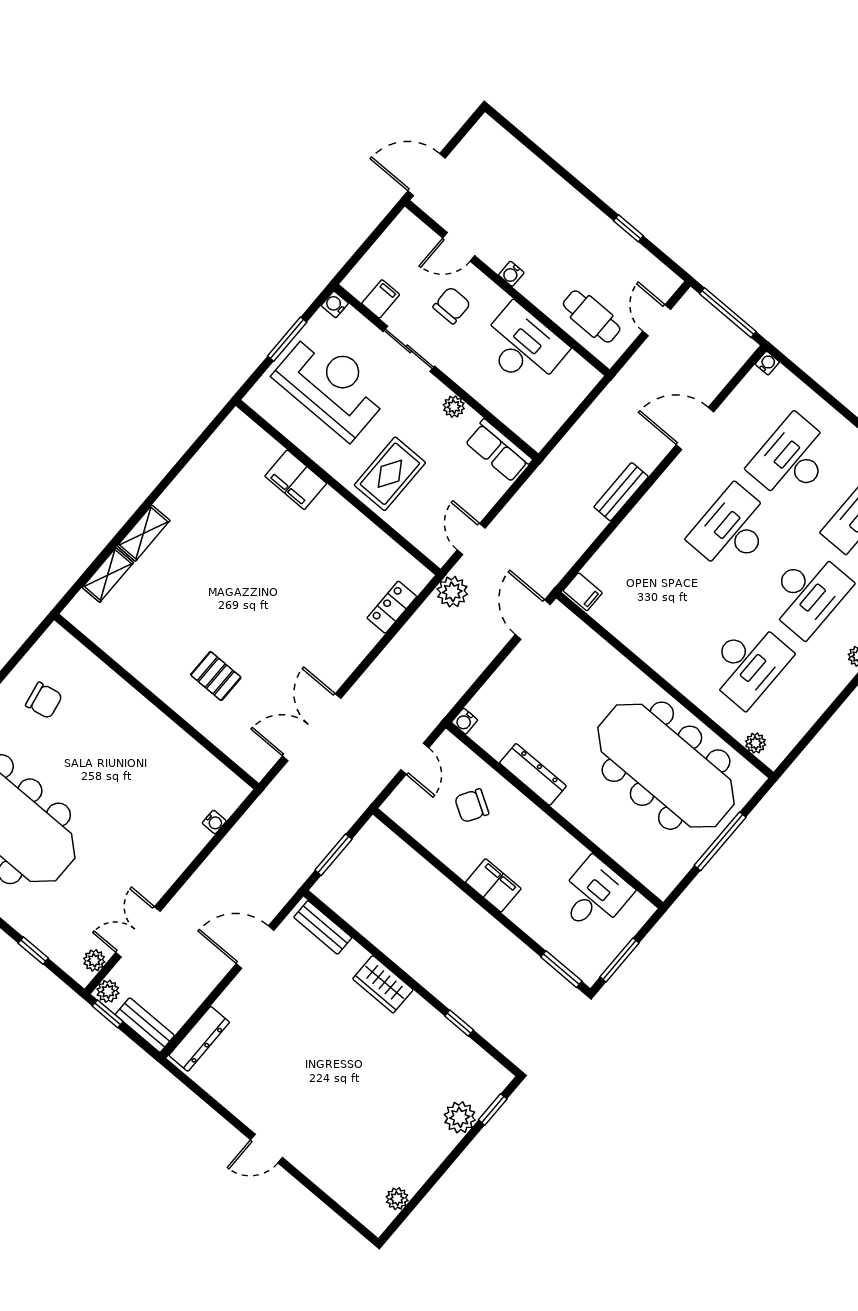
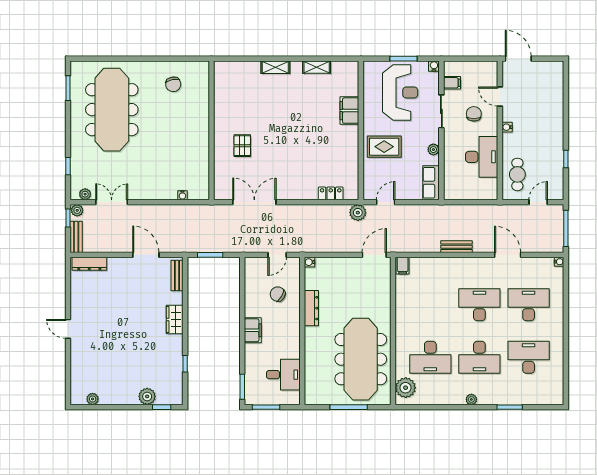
chair: (452, 305) -> (474, 114), turned -90
shelving: (108, 575) -> (317, 67), moved
plant: (756, 743) -> (406, 388), width x1.88, depth x1.88

